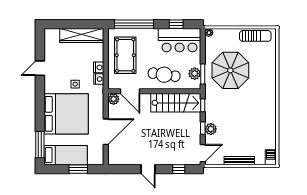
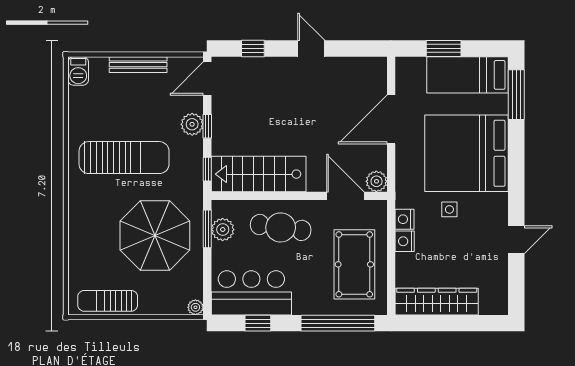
sun lounger: (247, 111) -> (124, 158), added

